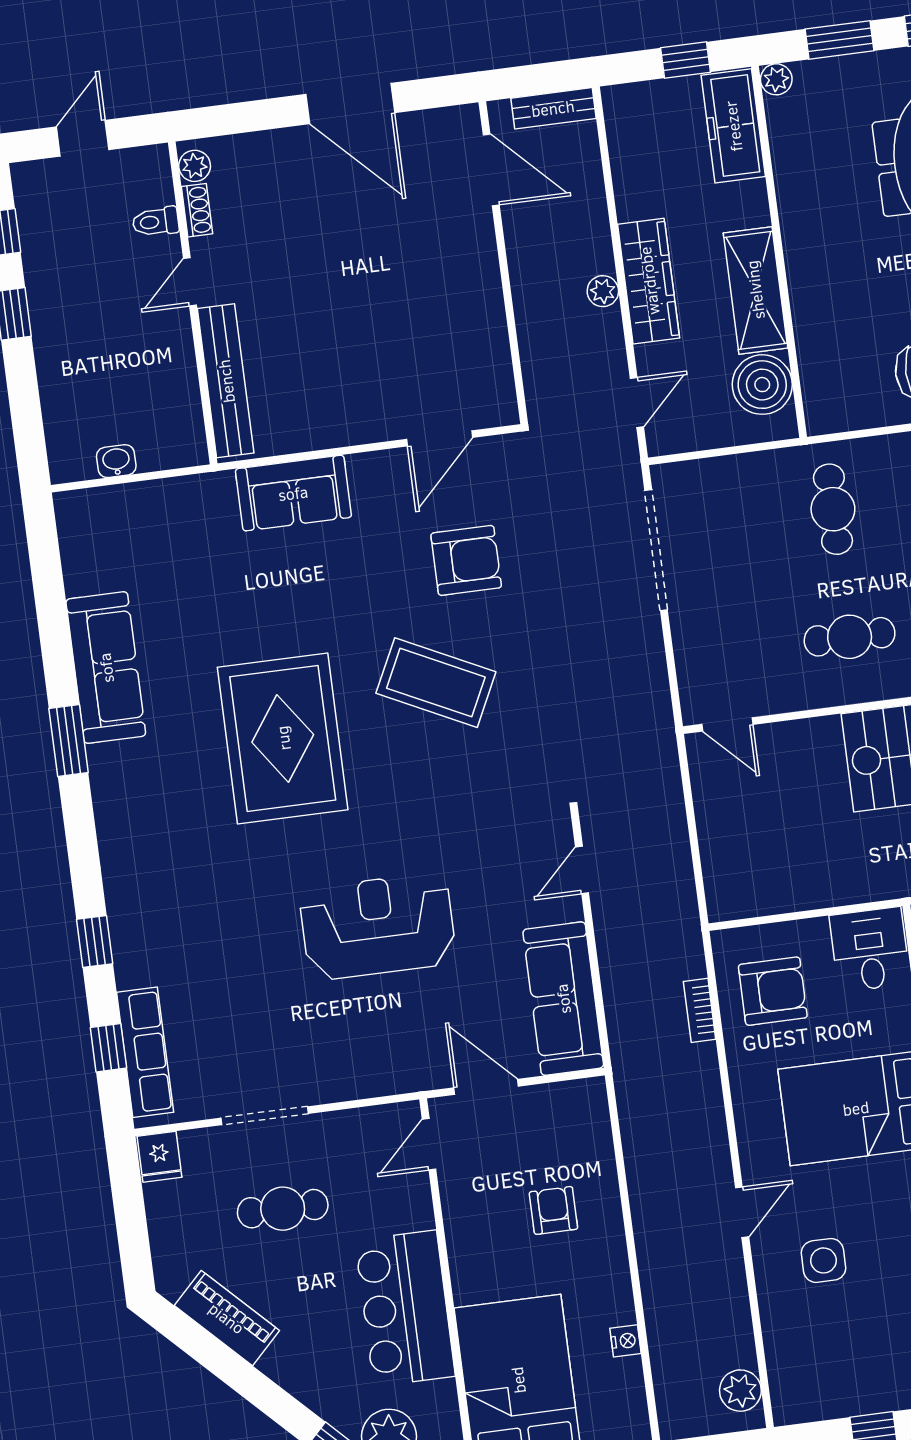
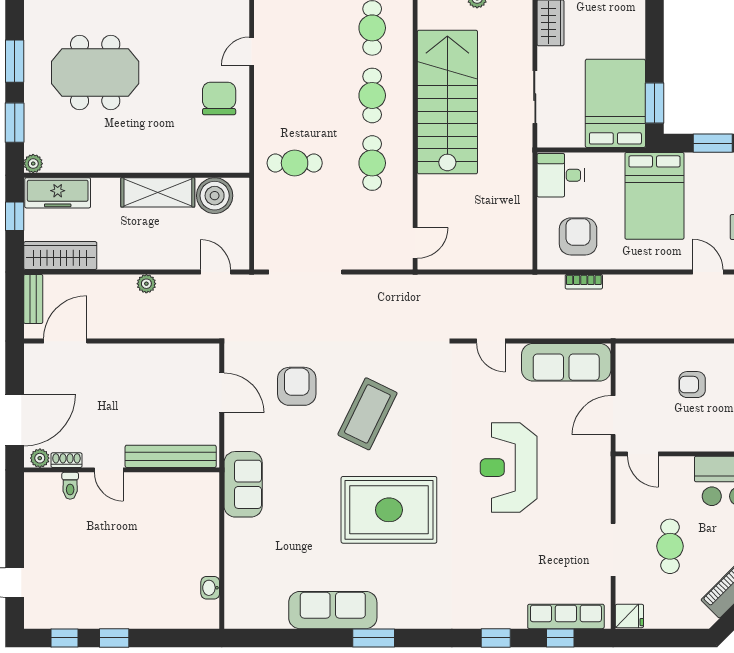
plant: (195, 166) -> (40, 458), moved
shoe rack: (197, 210) -> (66, 460), moved
toilet: (156, 222) -> (70, 486), moved
wardrobe: (649, 281) -> (60, 256), moved
door: (190, 282) -> (109, 470), moved
wall: (193, 303) -> (122, 470), moved
bench: (226, 381) -> (171, 456), moved

